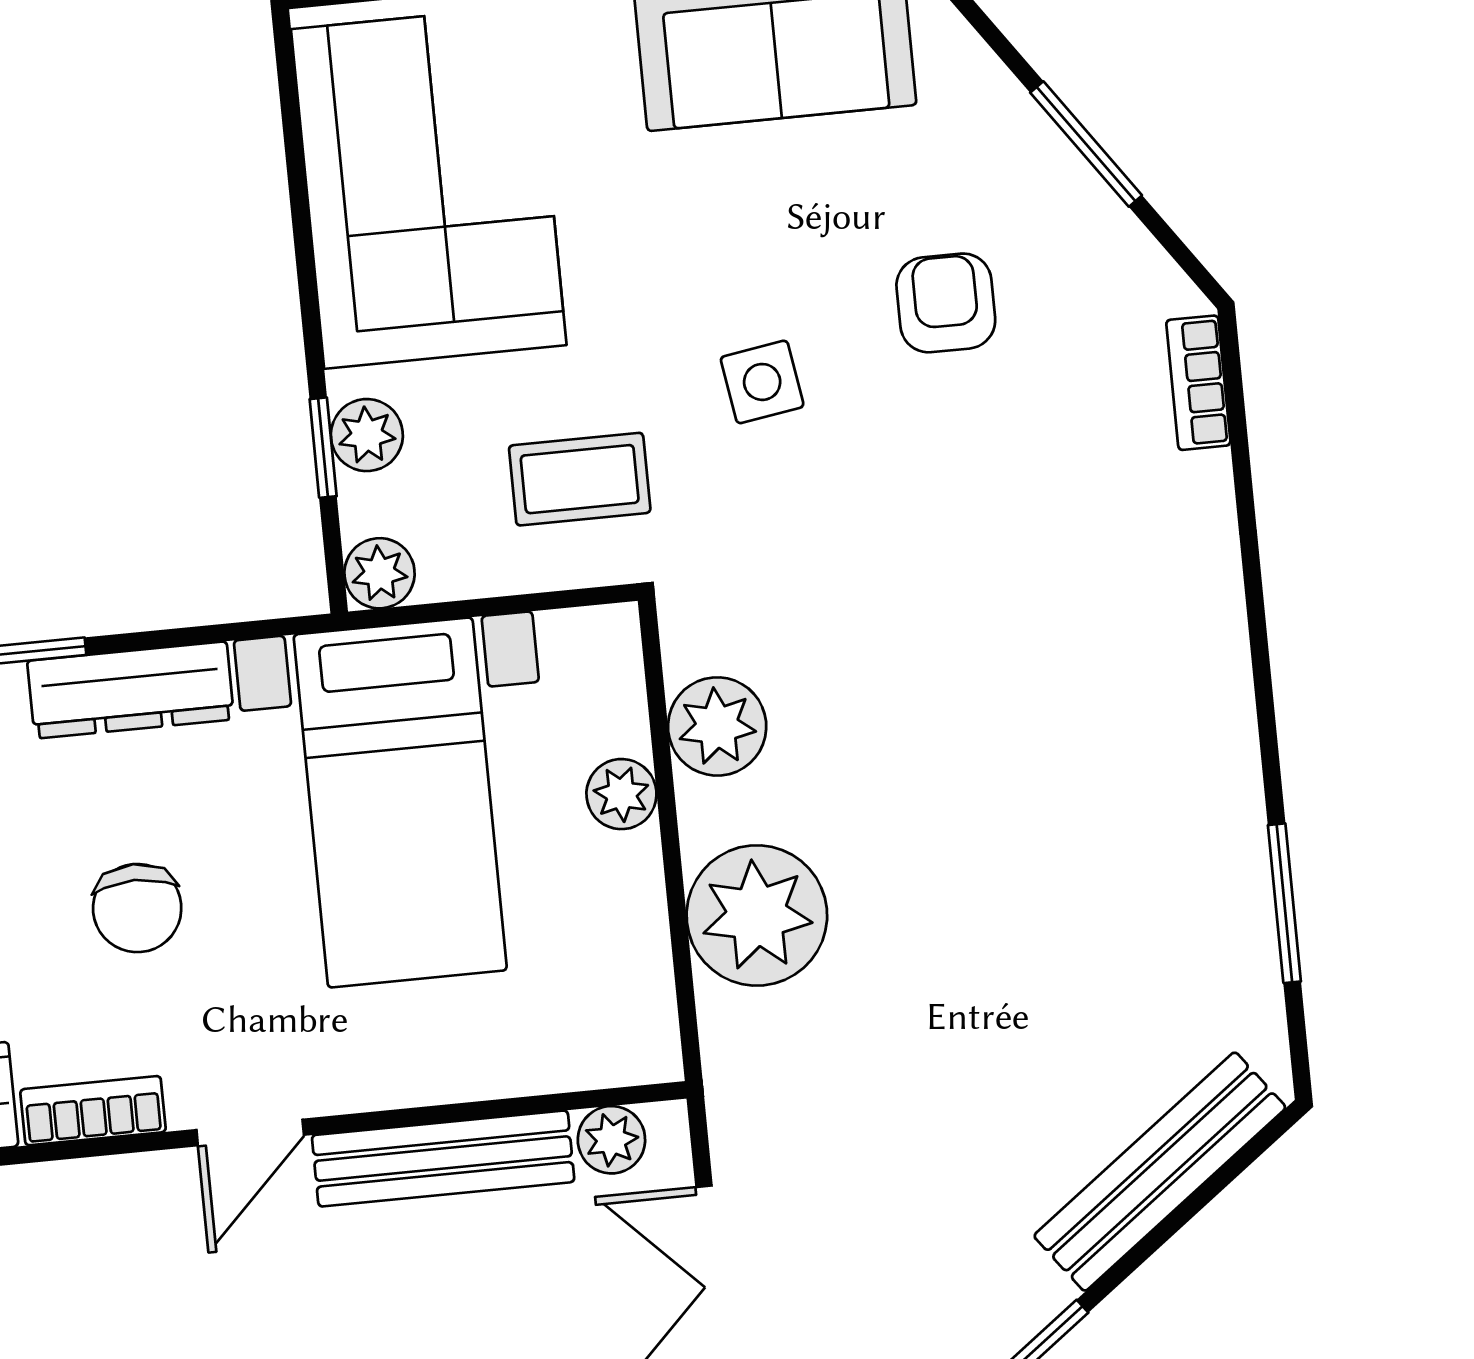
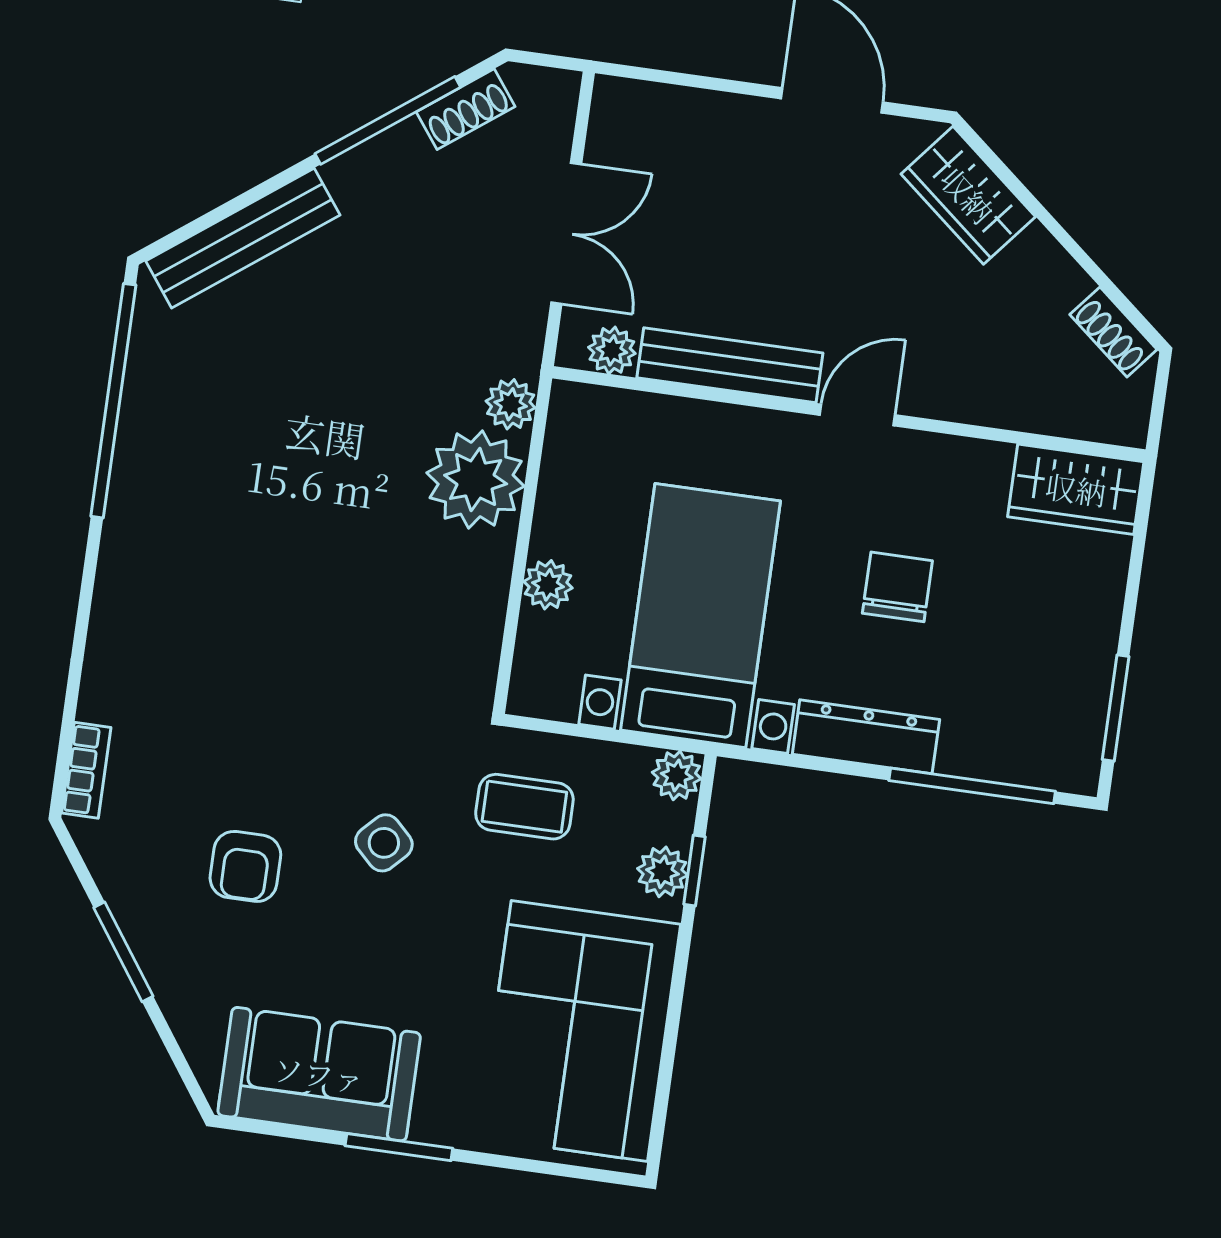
side table: (762, 382) -> (384, 843), turned -37
plant: (717, 726) -> (511, 404), moved, width x0.73, depth x0.73
window: (1284, 903) -> (113, 401), width x2.11
bookcase: (93, 1111) -> (961, 456), removed

